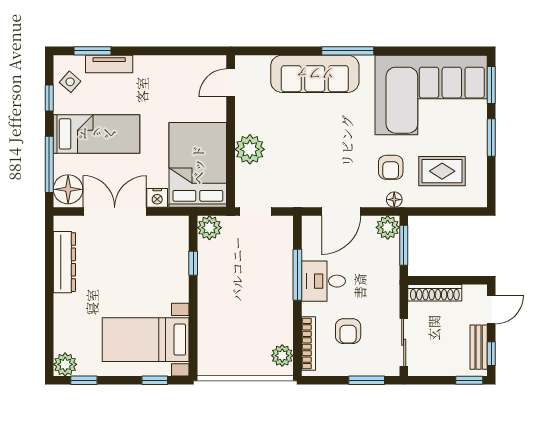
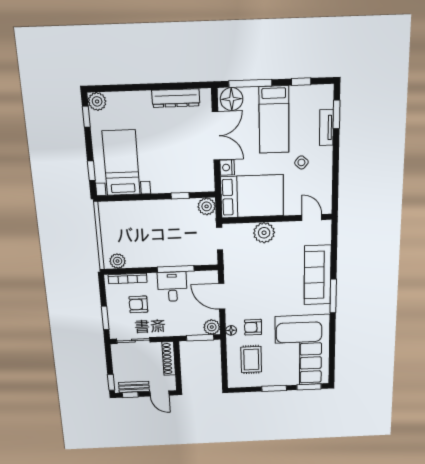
side table: (70, 82) -> (301, 162), moved

